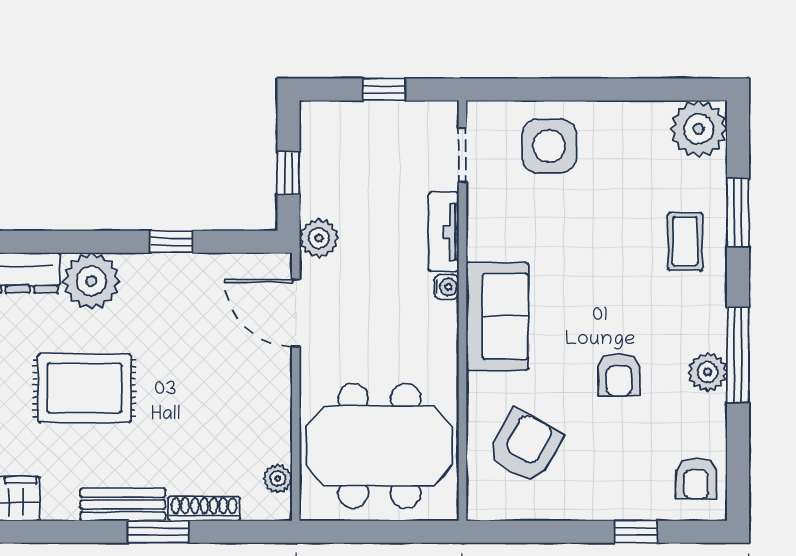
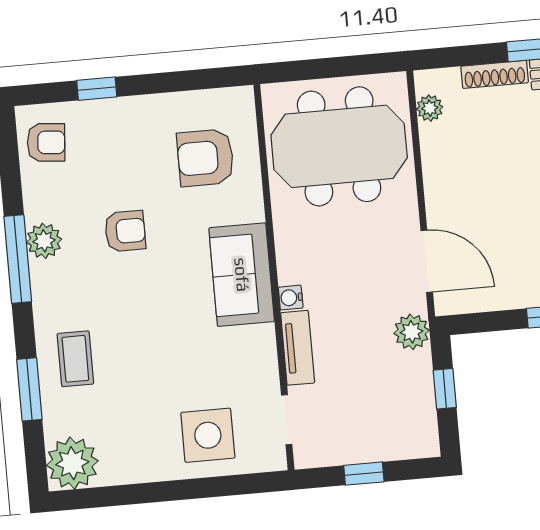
armchair: (619, 375) -> (125, 231), turned 90
armchair: (525, 446) -> (206, 158), turned 61
armchair: (696, 478) -> (46, 142), turned 95

